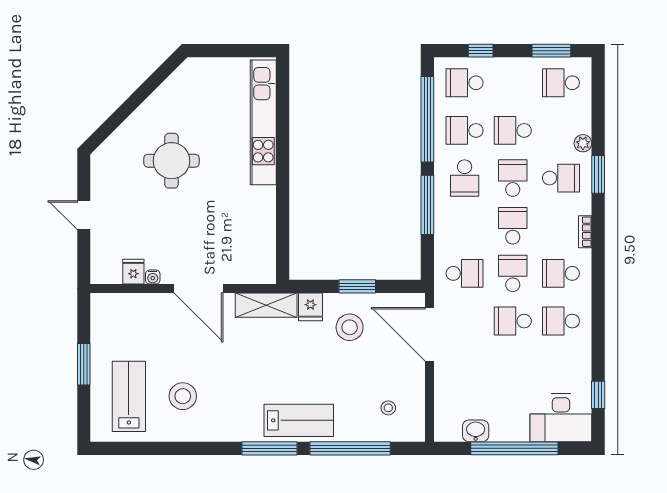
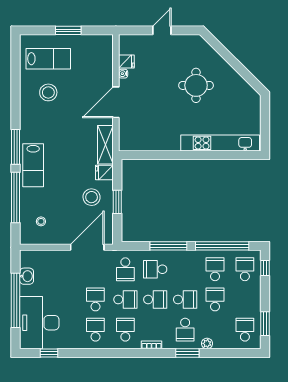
window: (481, 51) -> (265, 268), moved
school desk: (465, 178) -> (155, 269), moved
desk: (561, 418) -> (39, 323), width x1.36, depth x1.30

